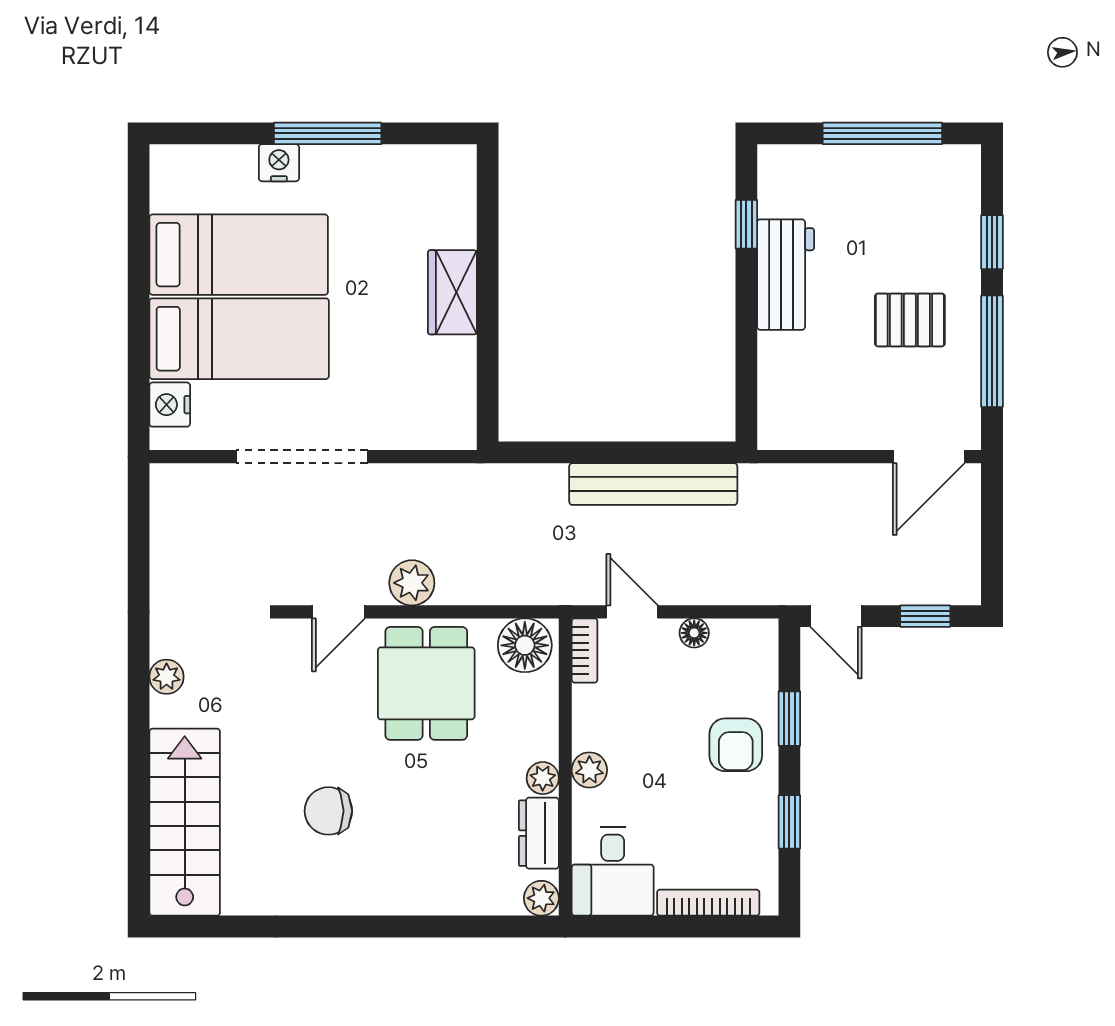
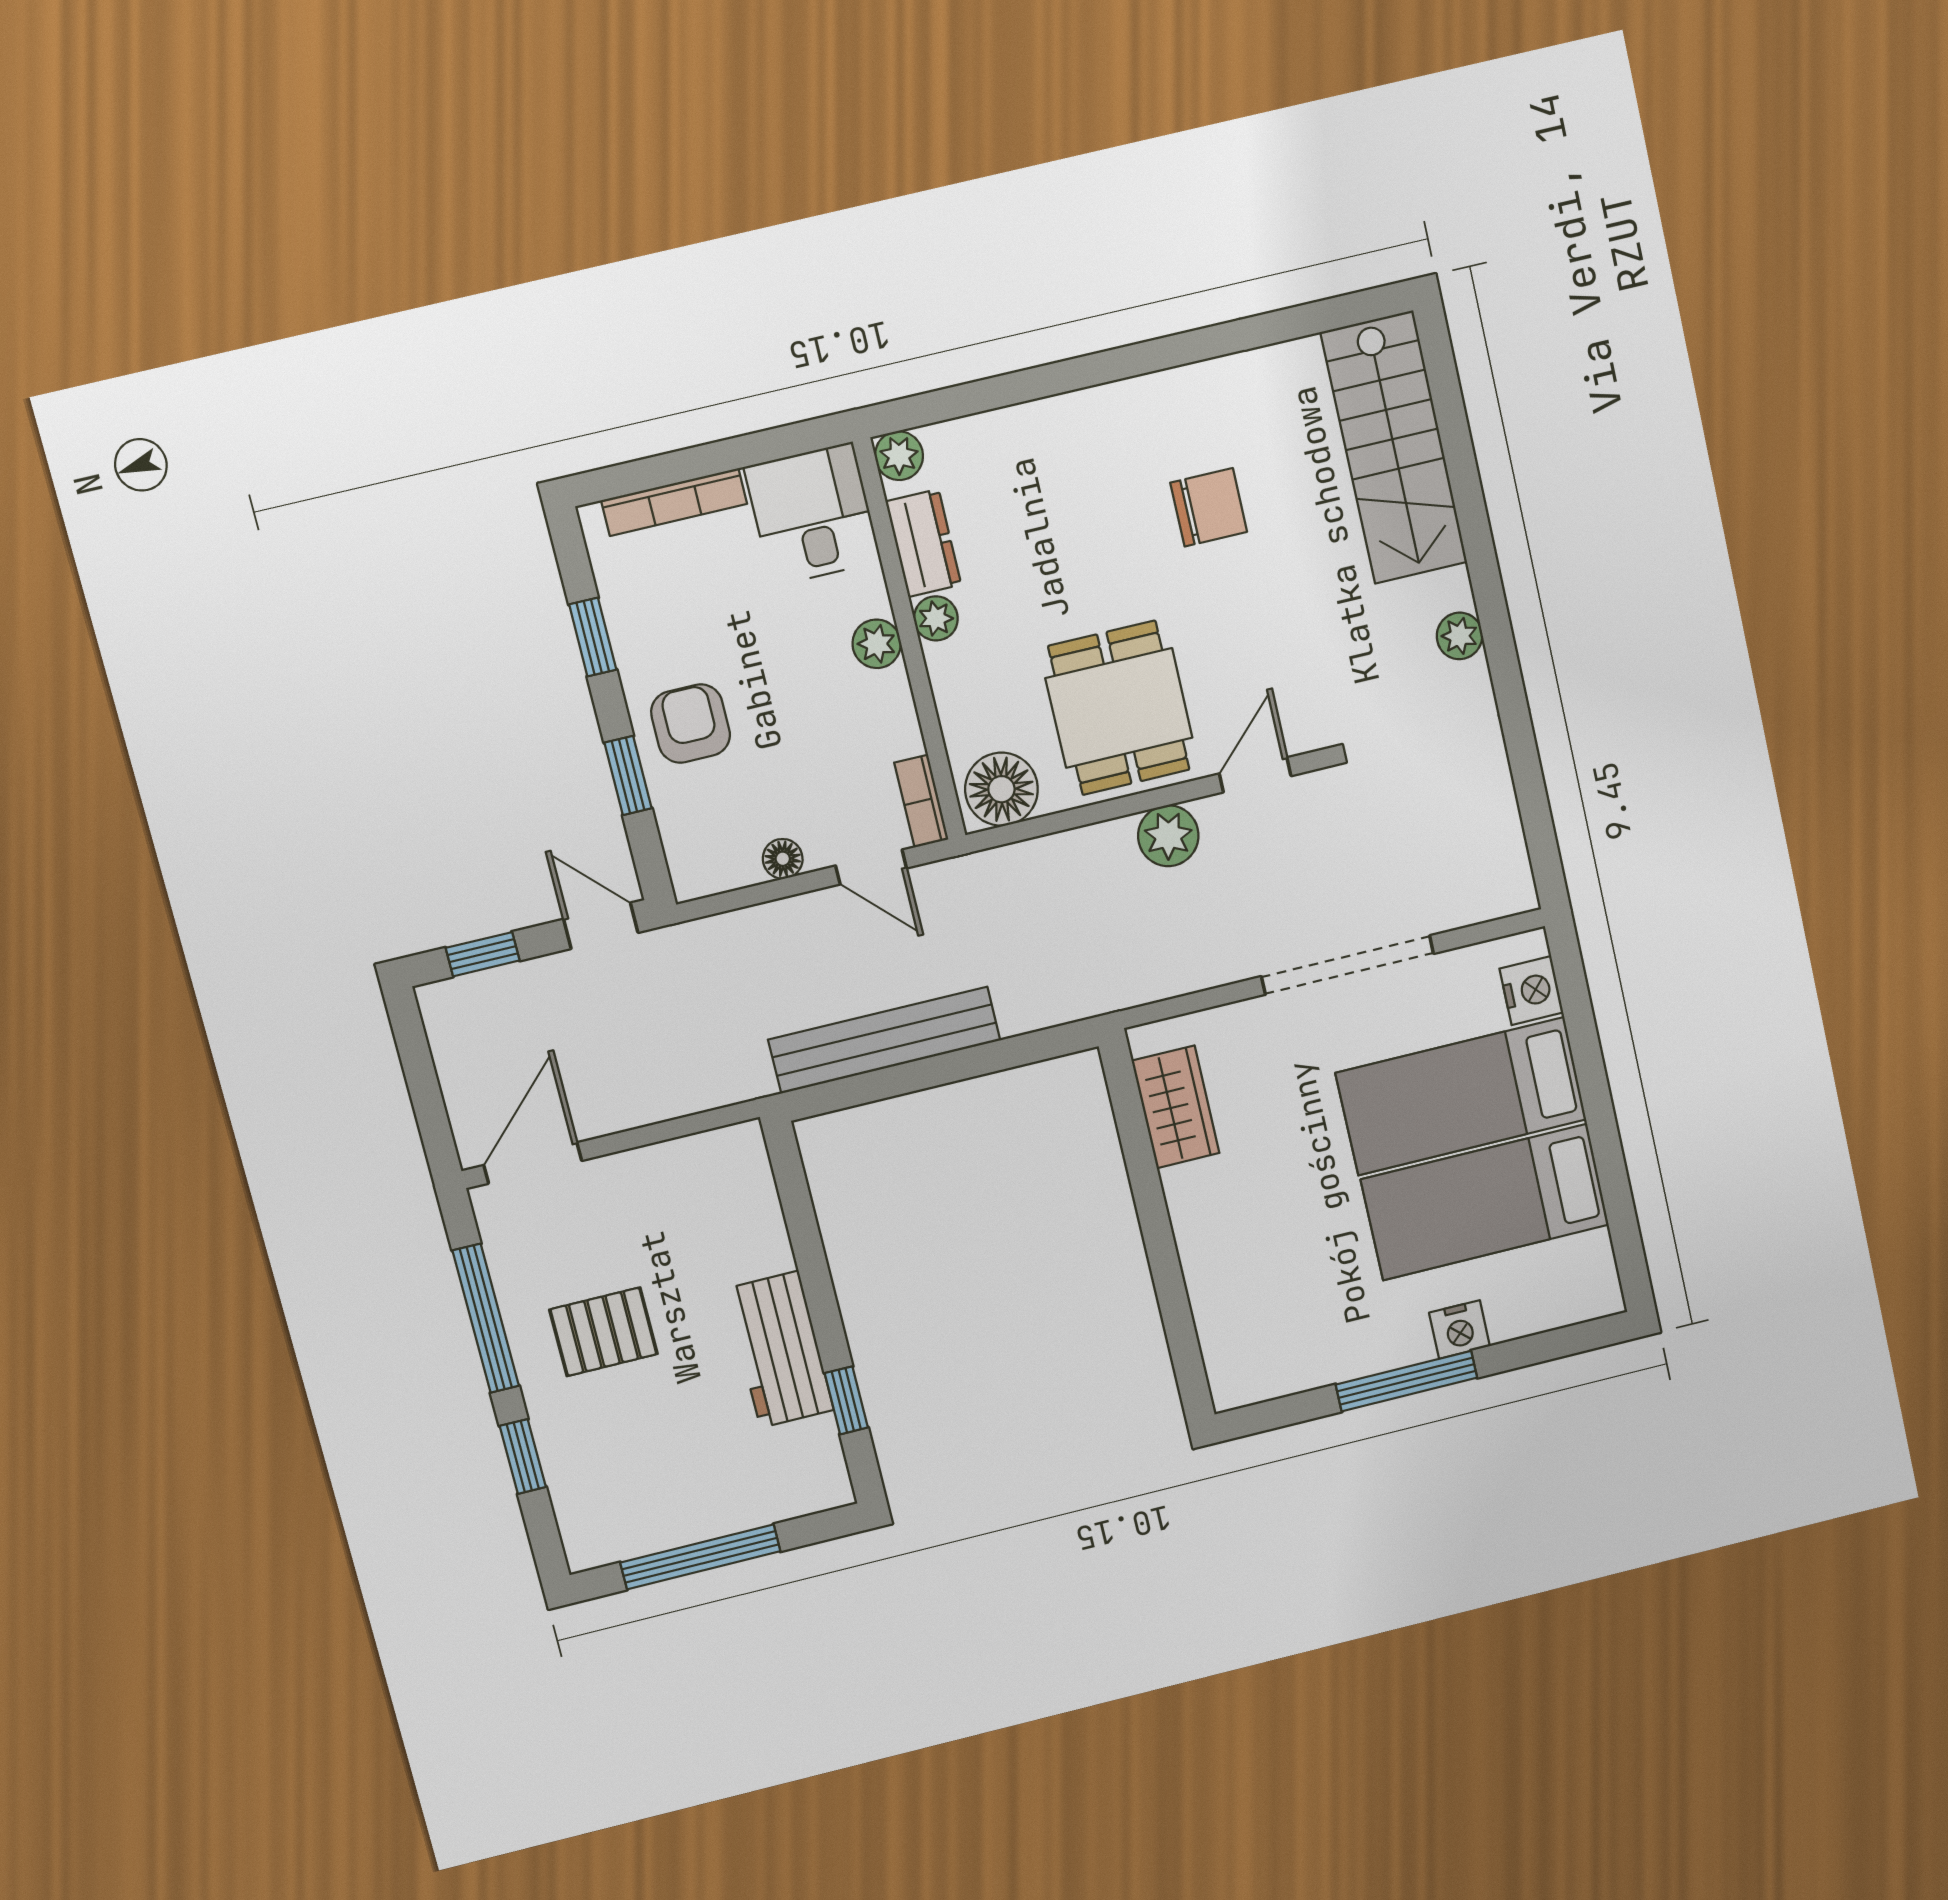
wardrobe: (452, 292) -> (1176, 1107), moved

